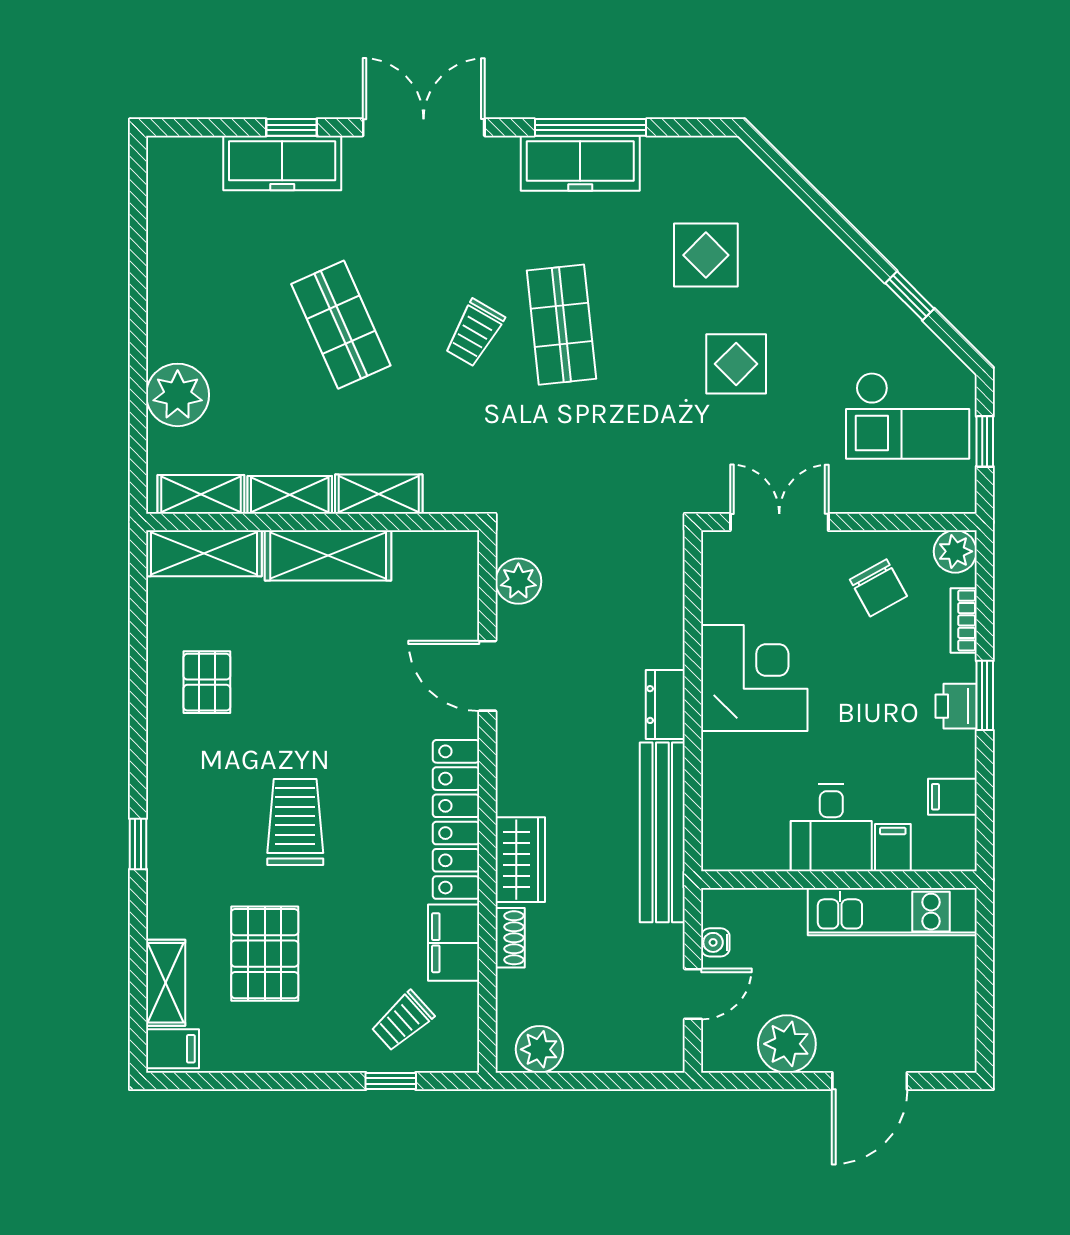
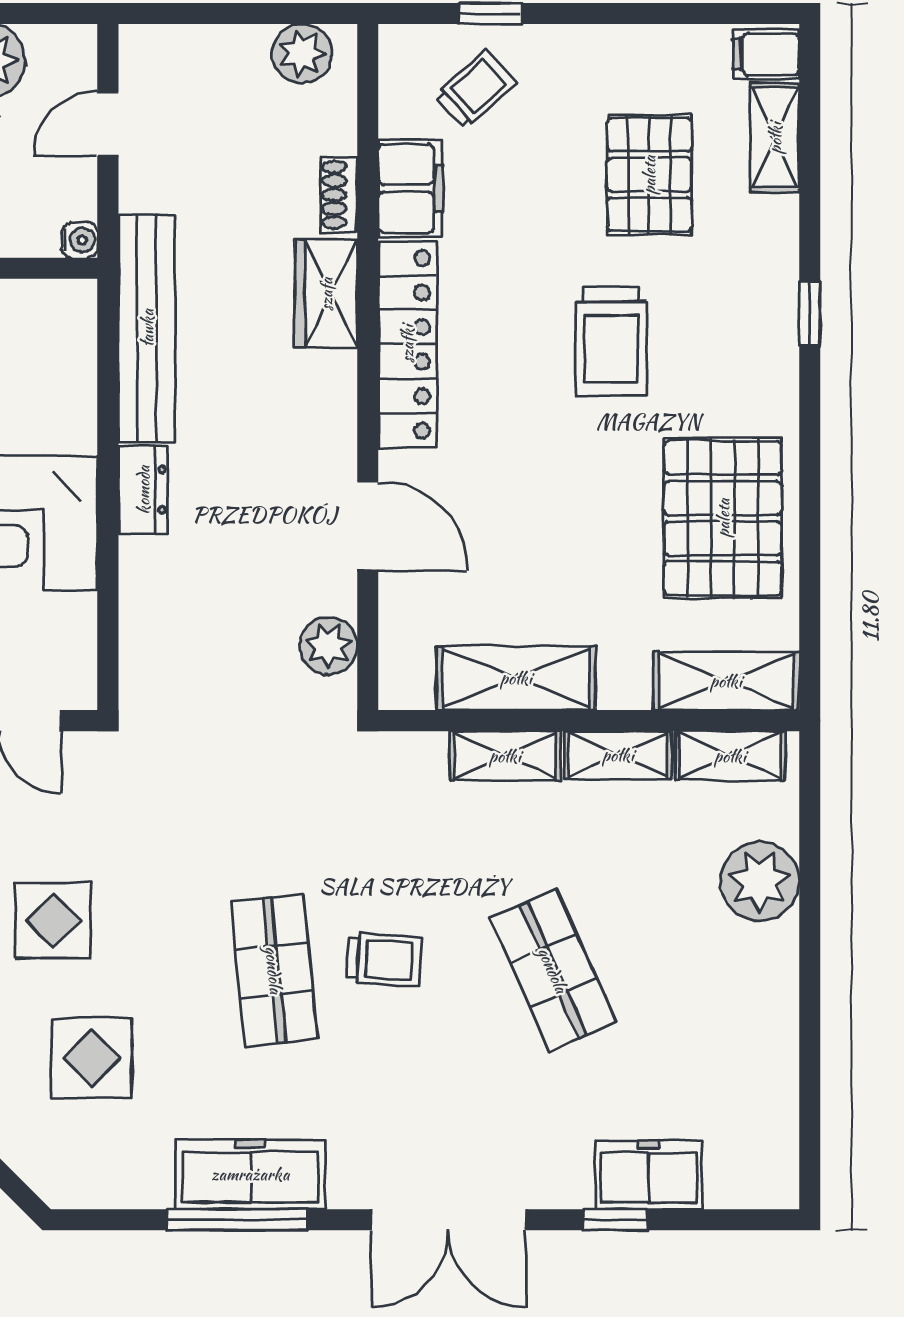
freezer: (282, 163) -> (649, 1175), width x0.71
trolley: (474, 333) -> (384, 960), turned 63
shelving: (328, 555) -> (516, 678), moved
pallet: (207, 682) -> (723, 518), width x2.05, depth x2.00
water cooler: (715, 942) -> (80, 240), moved

